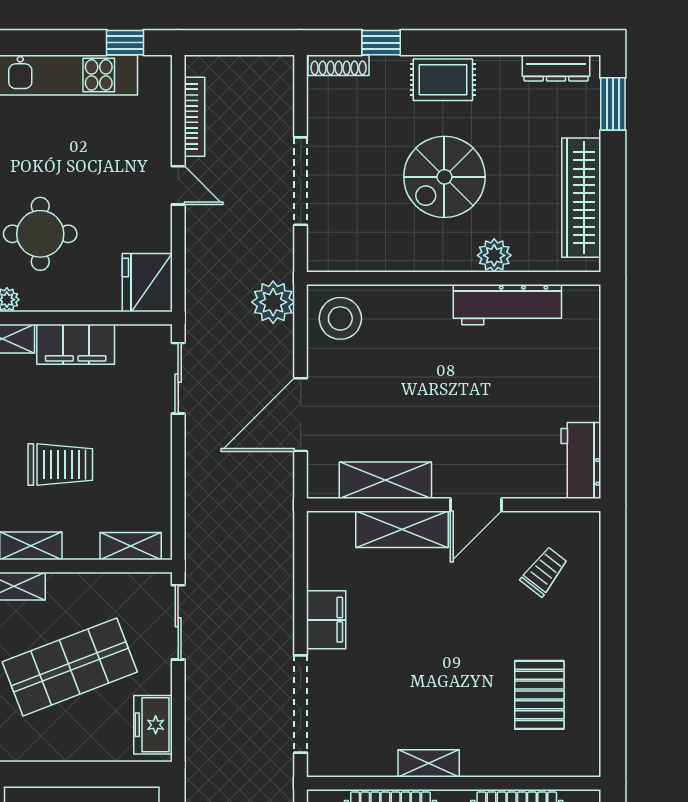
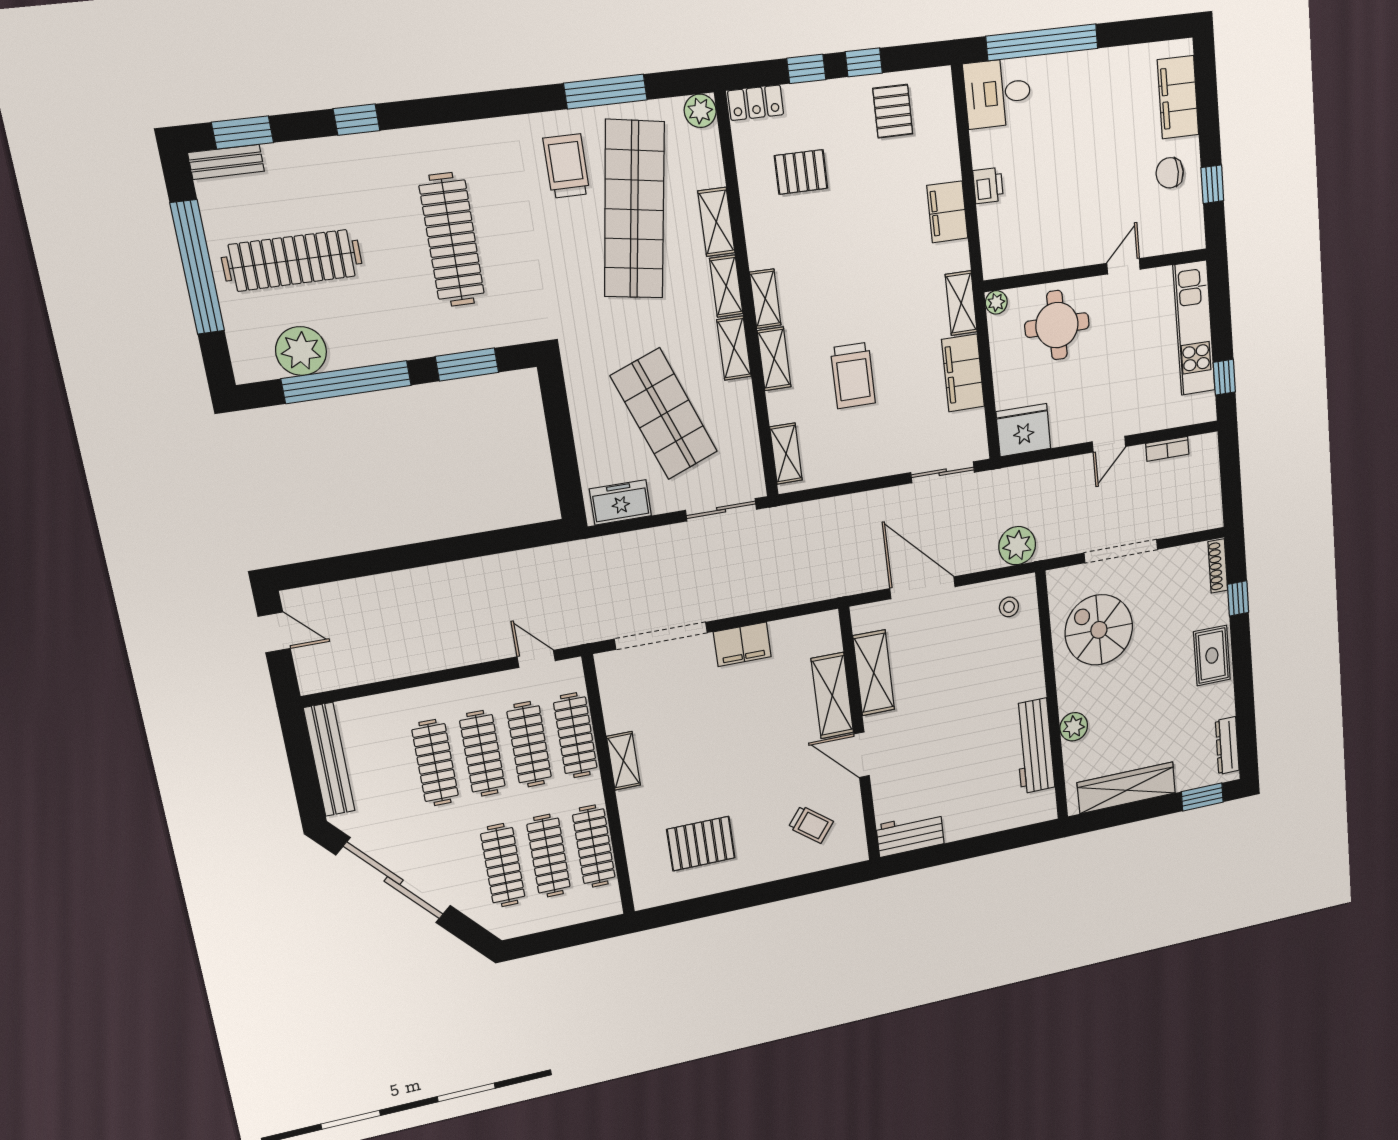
bookcase: (194, 117) -> (1167, 449), width x0.64
spiral stairs: (444, 177) -> (1099, 630), moved
stool: (340, 318) -> (1009, 607), width x0.53, depth x0.53

